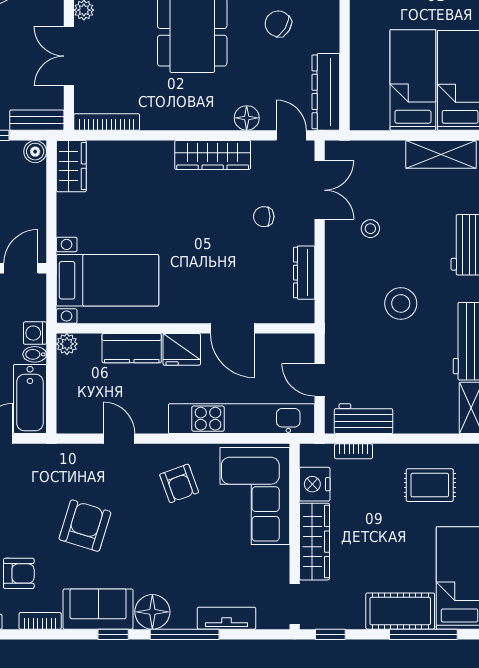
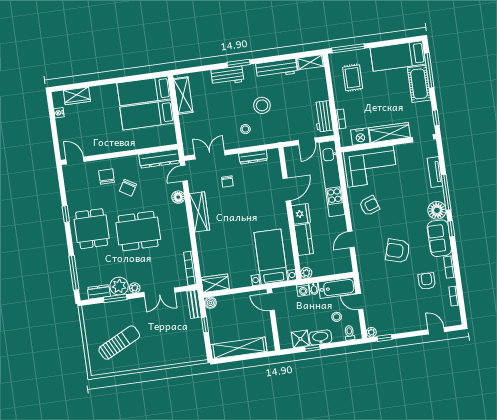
stool: (370, 229) -> (245, 129), moved

